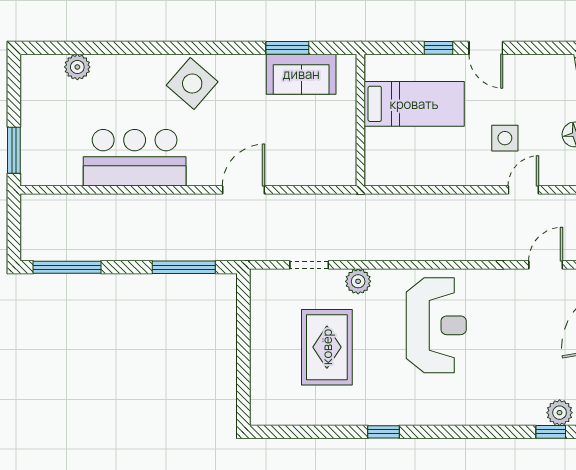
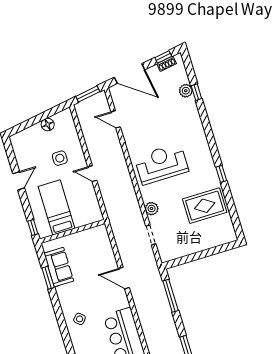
window: (438, 48) -> (33, 228), moved
side table: (192, 84) -> (80, 319), width x0.54, depth x0.54
door: (523, 190) -> (92, 174), moved
rug: (327, 347) -> (205, 206), moved

